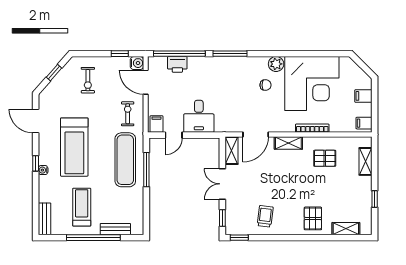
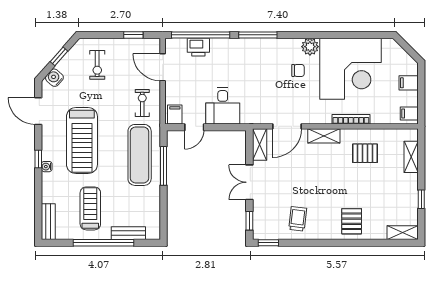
water cooler: (137, 63) -> (54, 78), moved, turned -139
shelving: (346, 229) -> (403, 233), moved

